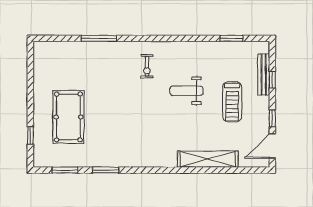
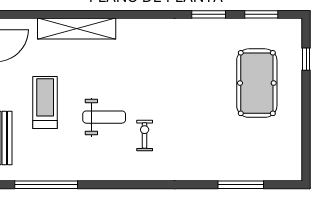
window: (99, 38) -> (241, 185), moved
window: (231, 38) -> (46, 185), width x2.11
exercise bike: (147, 66) -> (145, 135), moved

